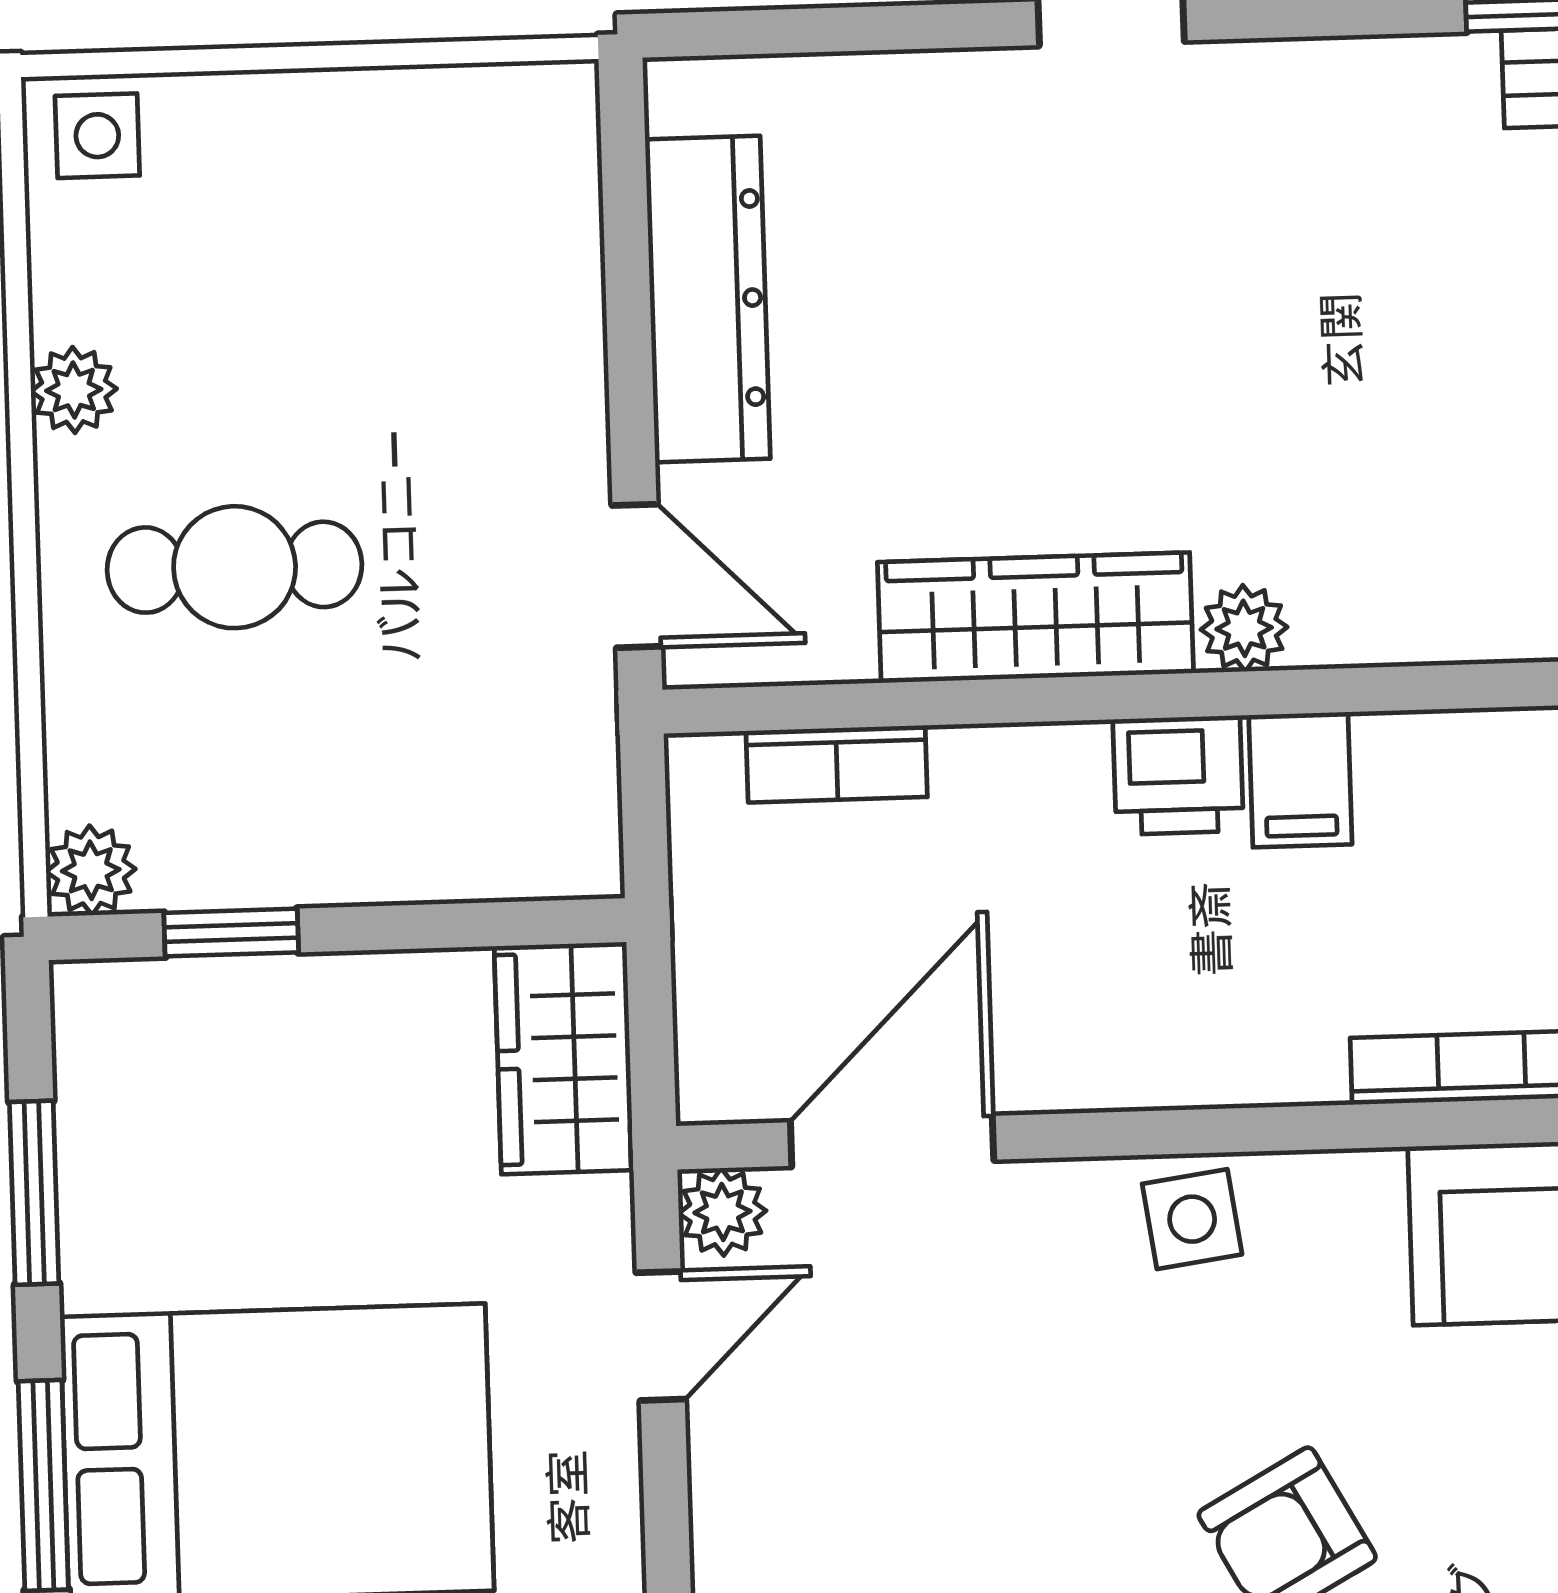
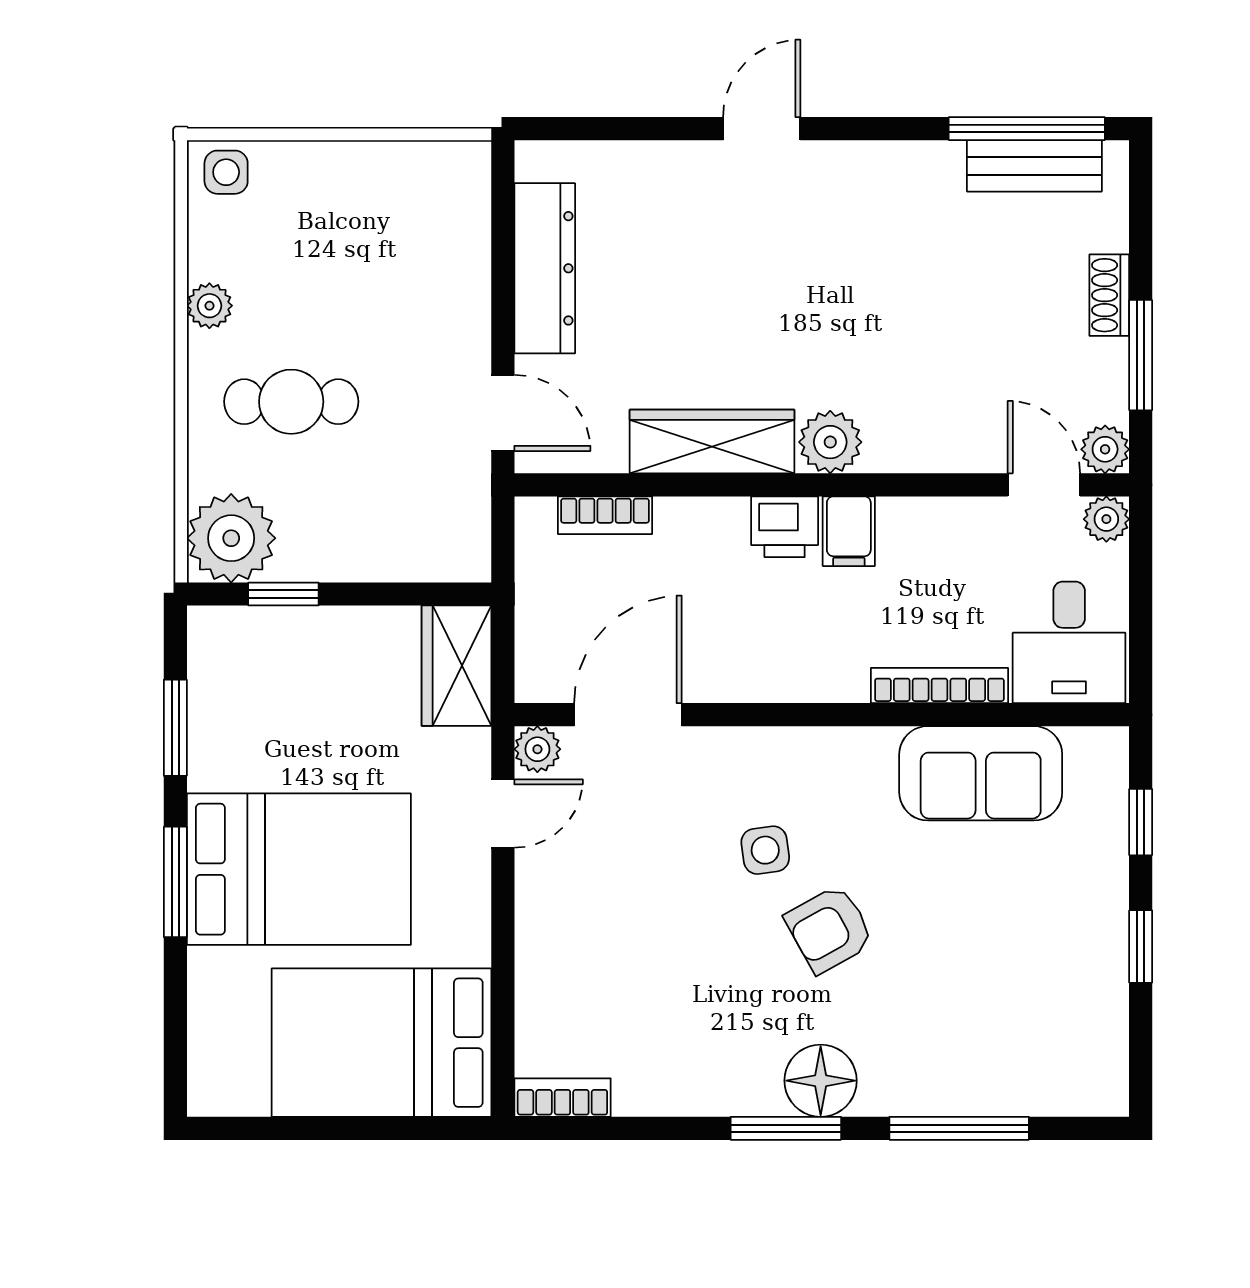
plant: (1244, 628) -> (830, 442), width x1.38, depth x1.38
plant: (91, 870) -> (231, 538), width x1.87, depth x1.87
side table: (1192, 1219) -> (765, 850), moved

